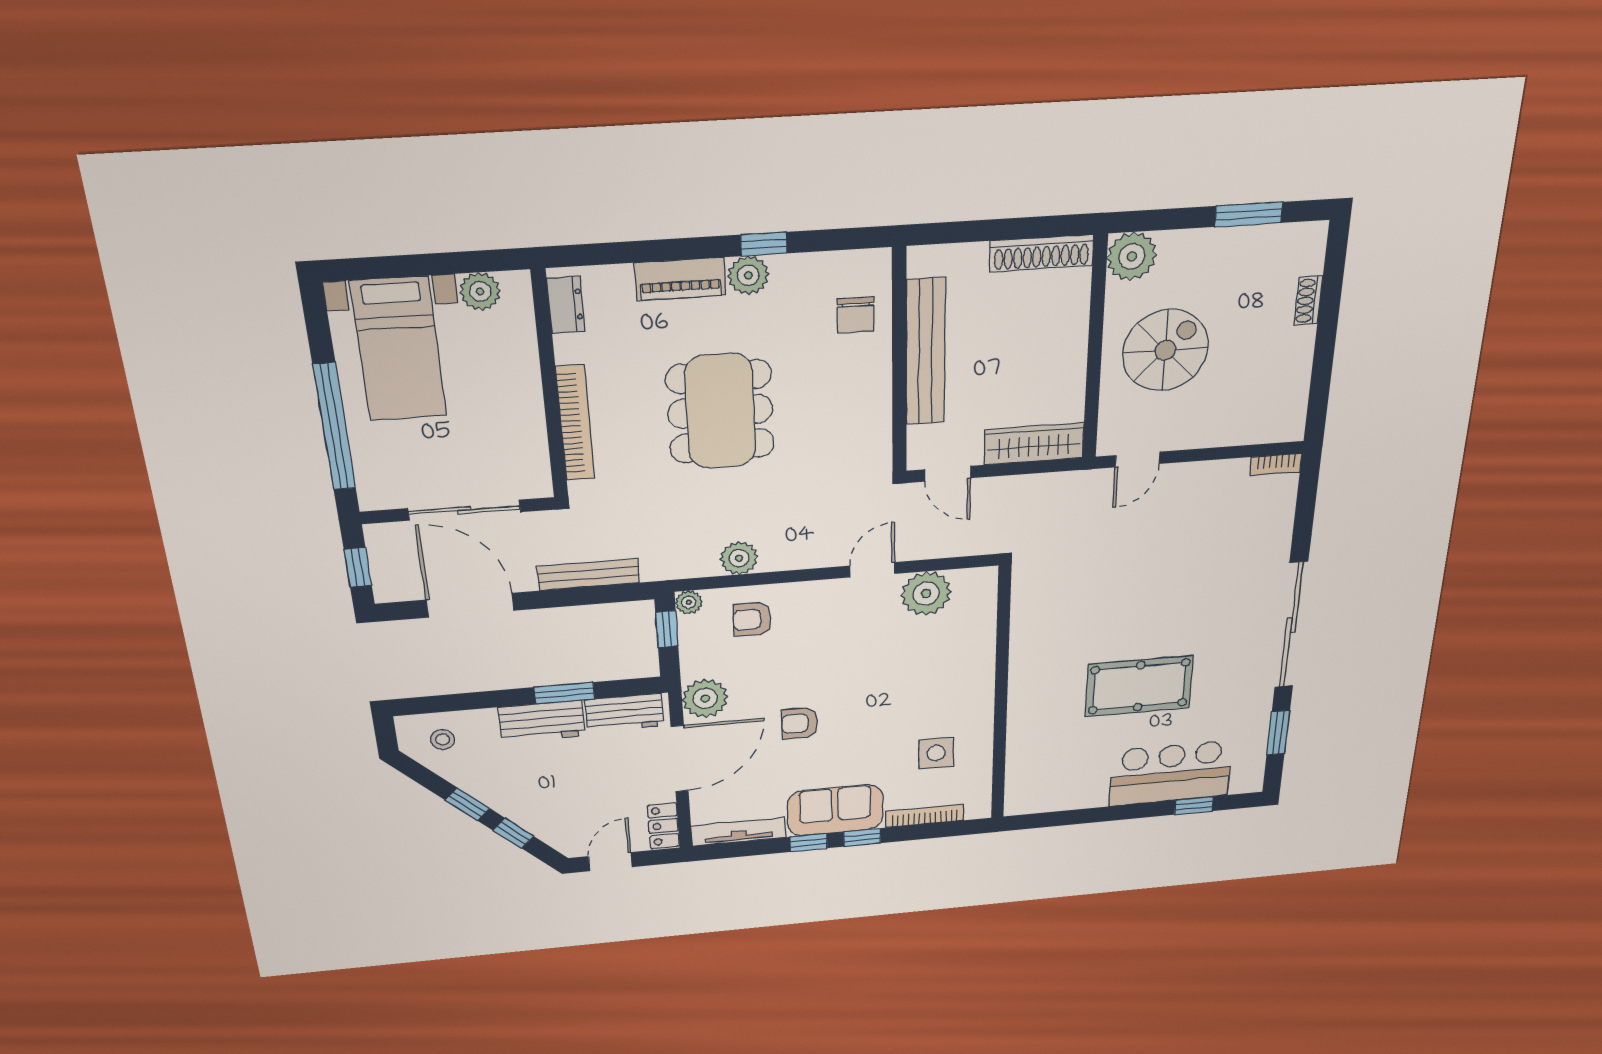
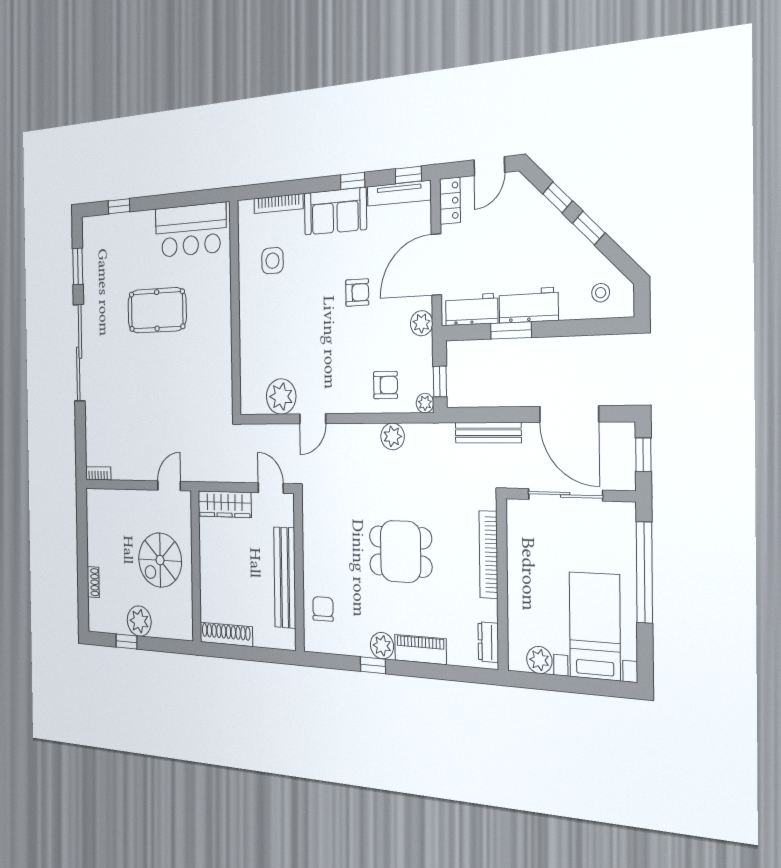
window: (1249, 214) -> (126, 642), width x0.67
plant: (1132, 256) -> (139, 621), moved
dining table: (720, 411) -> (401, 551), width x0.73
plant: (705, 698) -> (422, 323), width x0.73, depth x0.73
bar counter: (1170, 773) -> (191, 230), moved
window: (862, 837) -> (408, 175), moved

